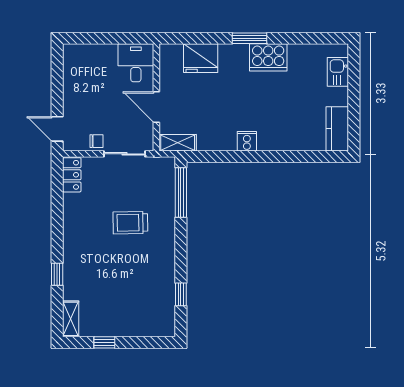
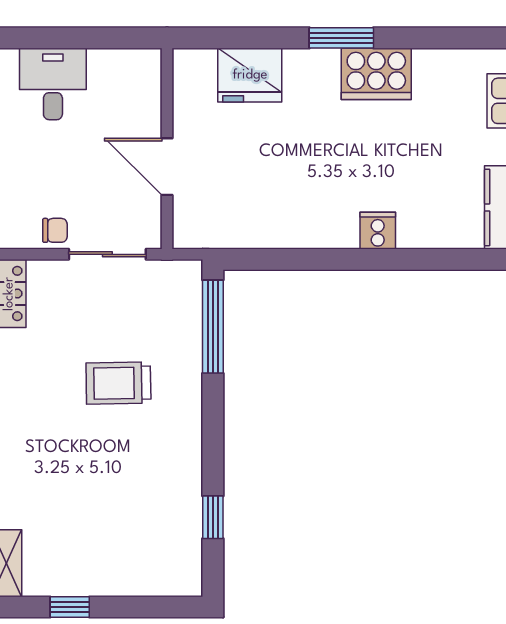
desk: (136, 63) -> (53, 84), moved
cooker: (247, 141) -> (378, 231), moved
shelving: (178, 143) -> (207, 234), removed

